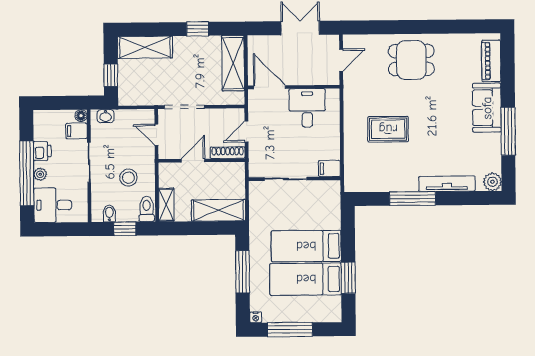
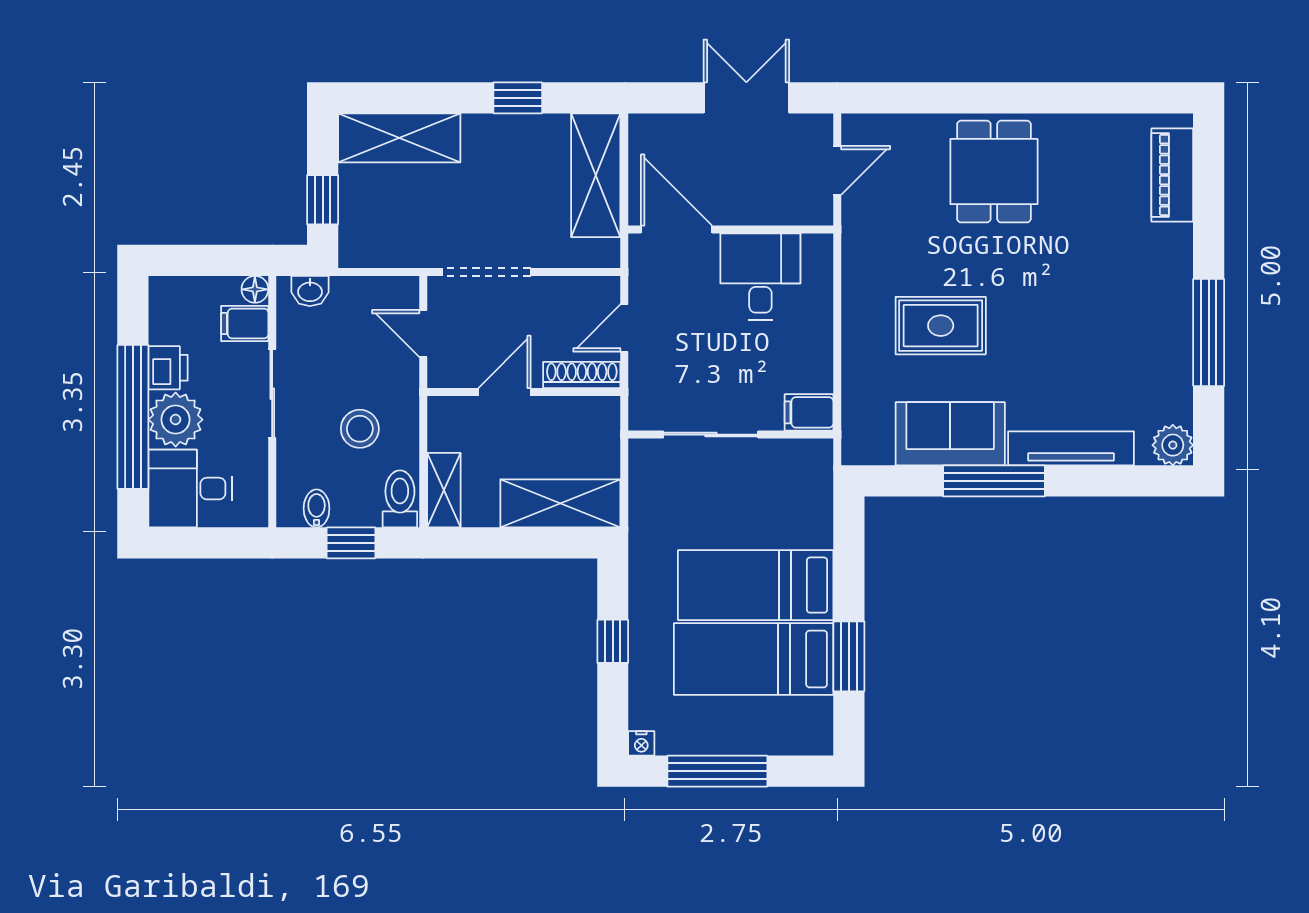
dining table: (411, 60) -> (994, 172), turned 90
sofa: (487, 108) -> (950, 434), moved, turned 90
plant: (40, 174) -> (176, 420), width x1.87, depth x1.87
window: (242, 272) -> (613, 641), width x0.46

